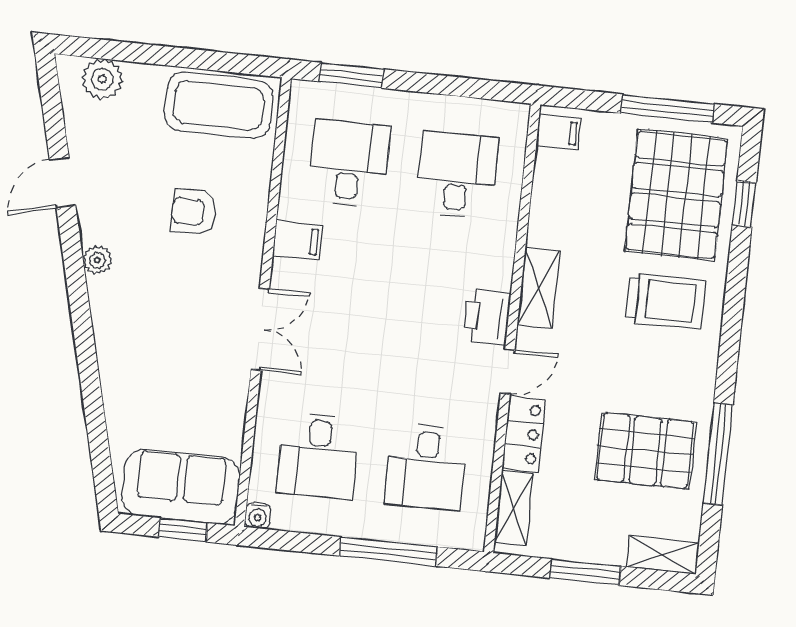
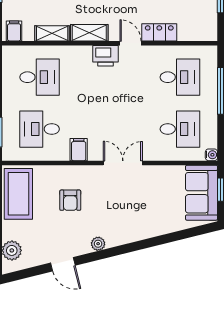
desk: (457, 175) -> (40, 77), turned 180
shelving: (514, 508) -> (52, 33), moved

